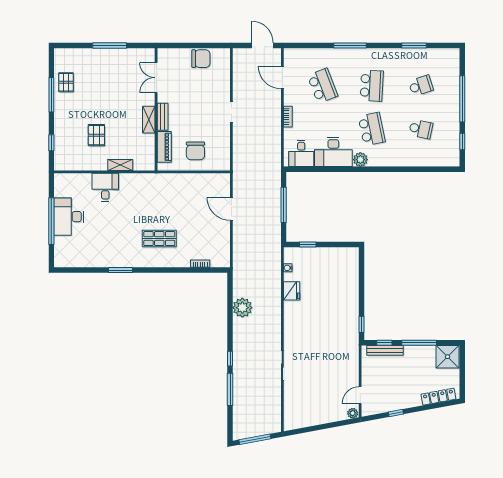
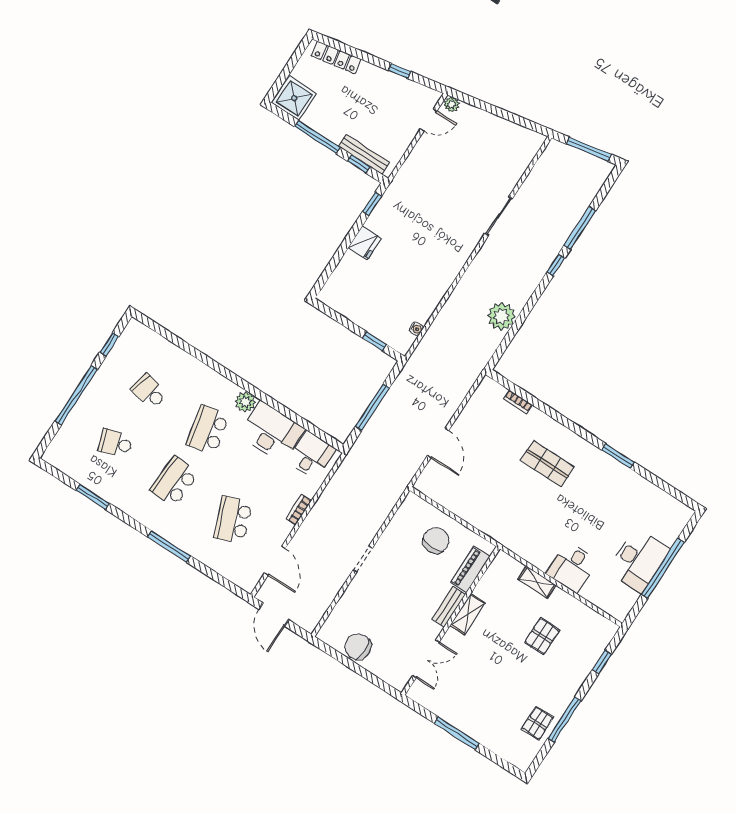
fridge: (292, 291) -> (365, 243), moved, turned 180

